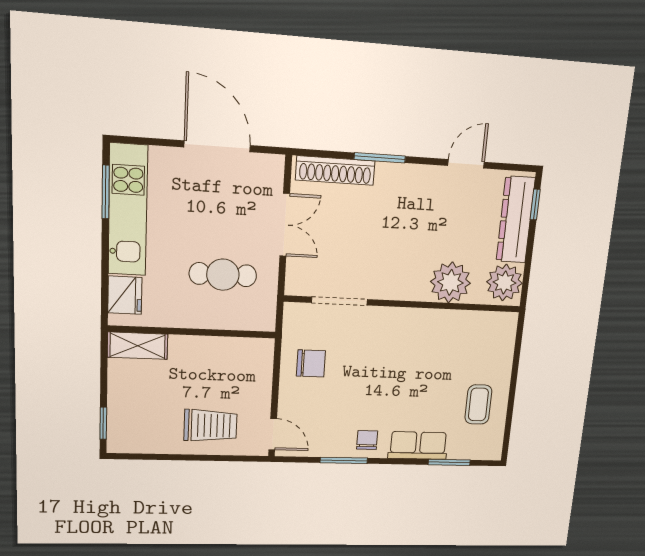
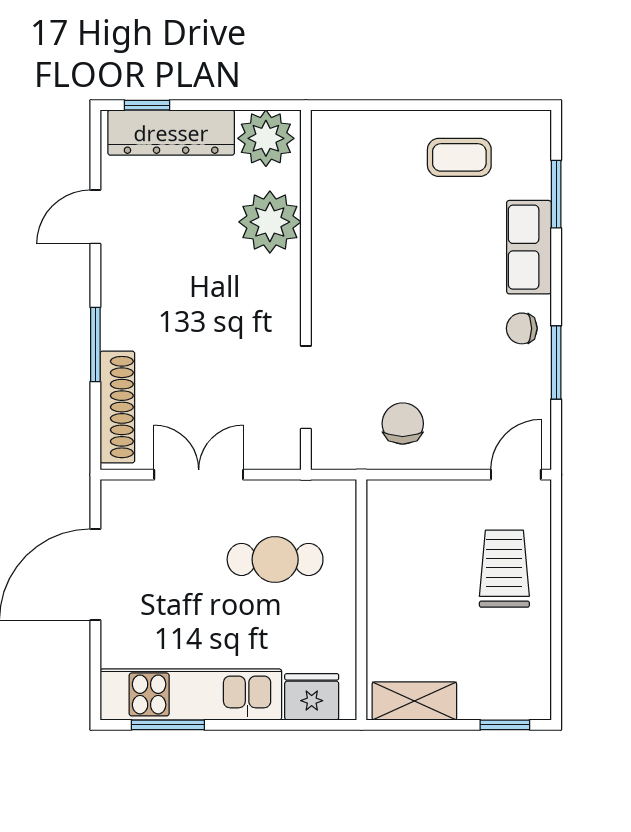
door: (466, 164) -> (95, 217), hinge flipped
cafe table: (223, 275) -> (275, 559), turned 90
shelving: (138, 346) -> (414, 701), moved, turned 90

